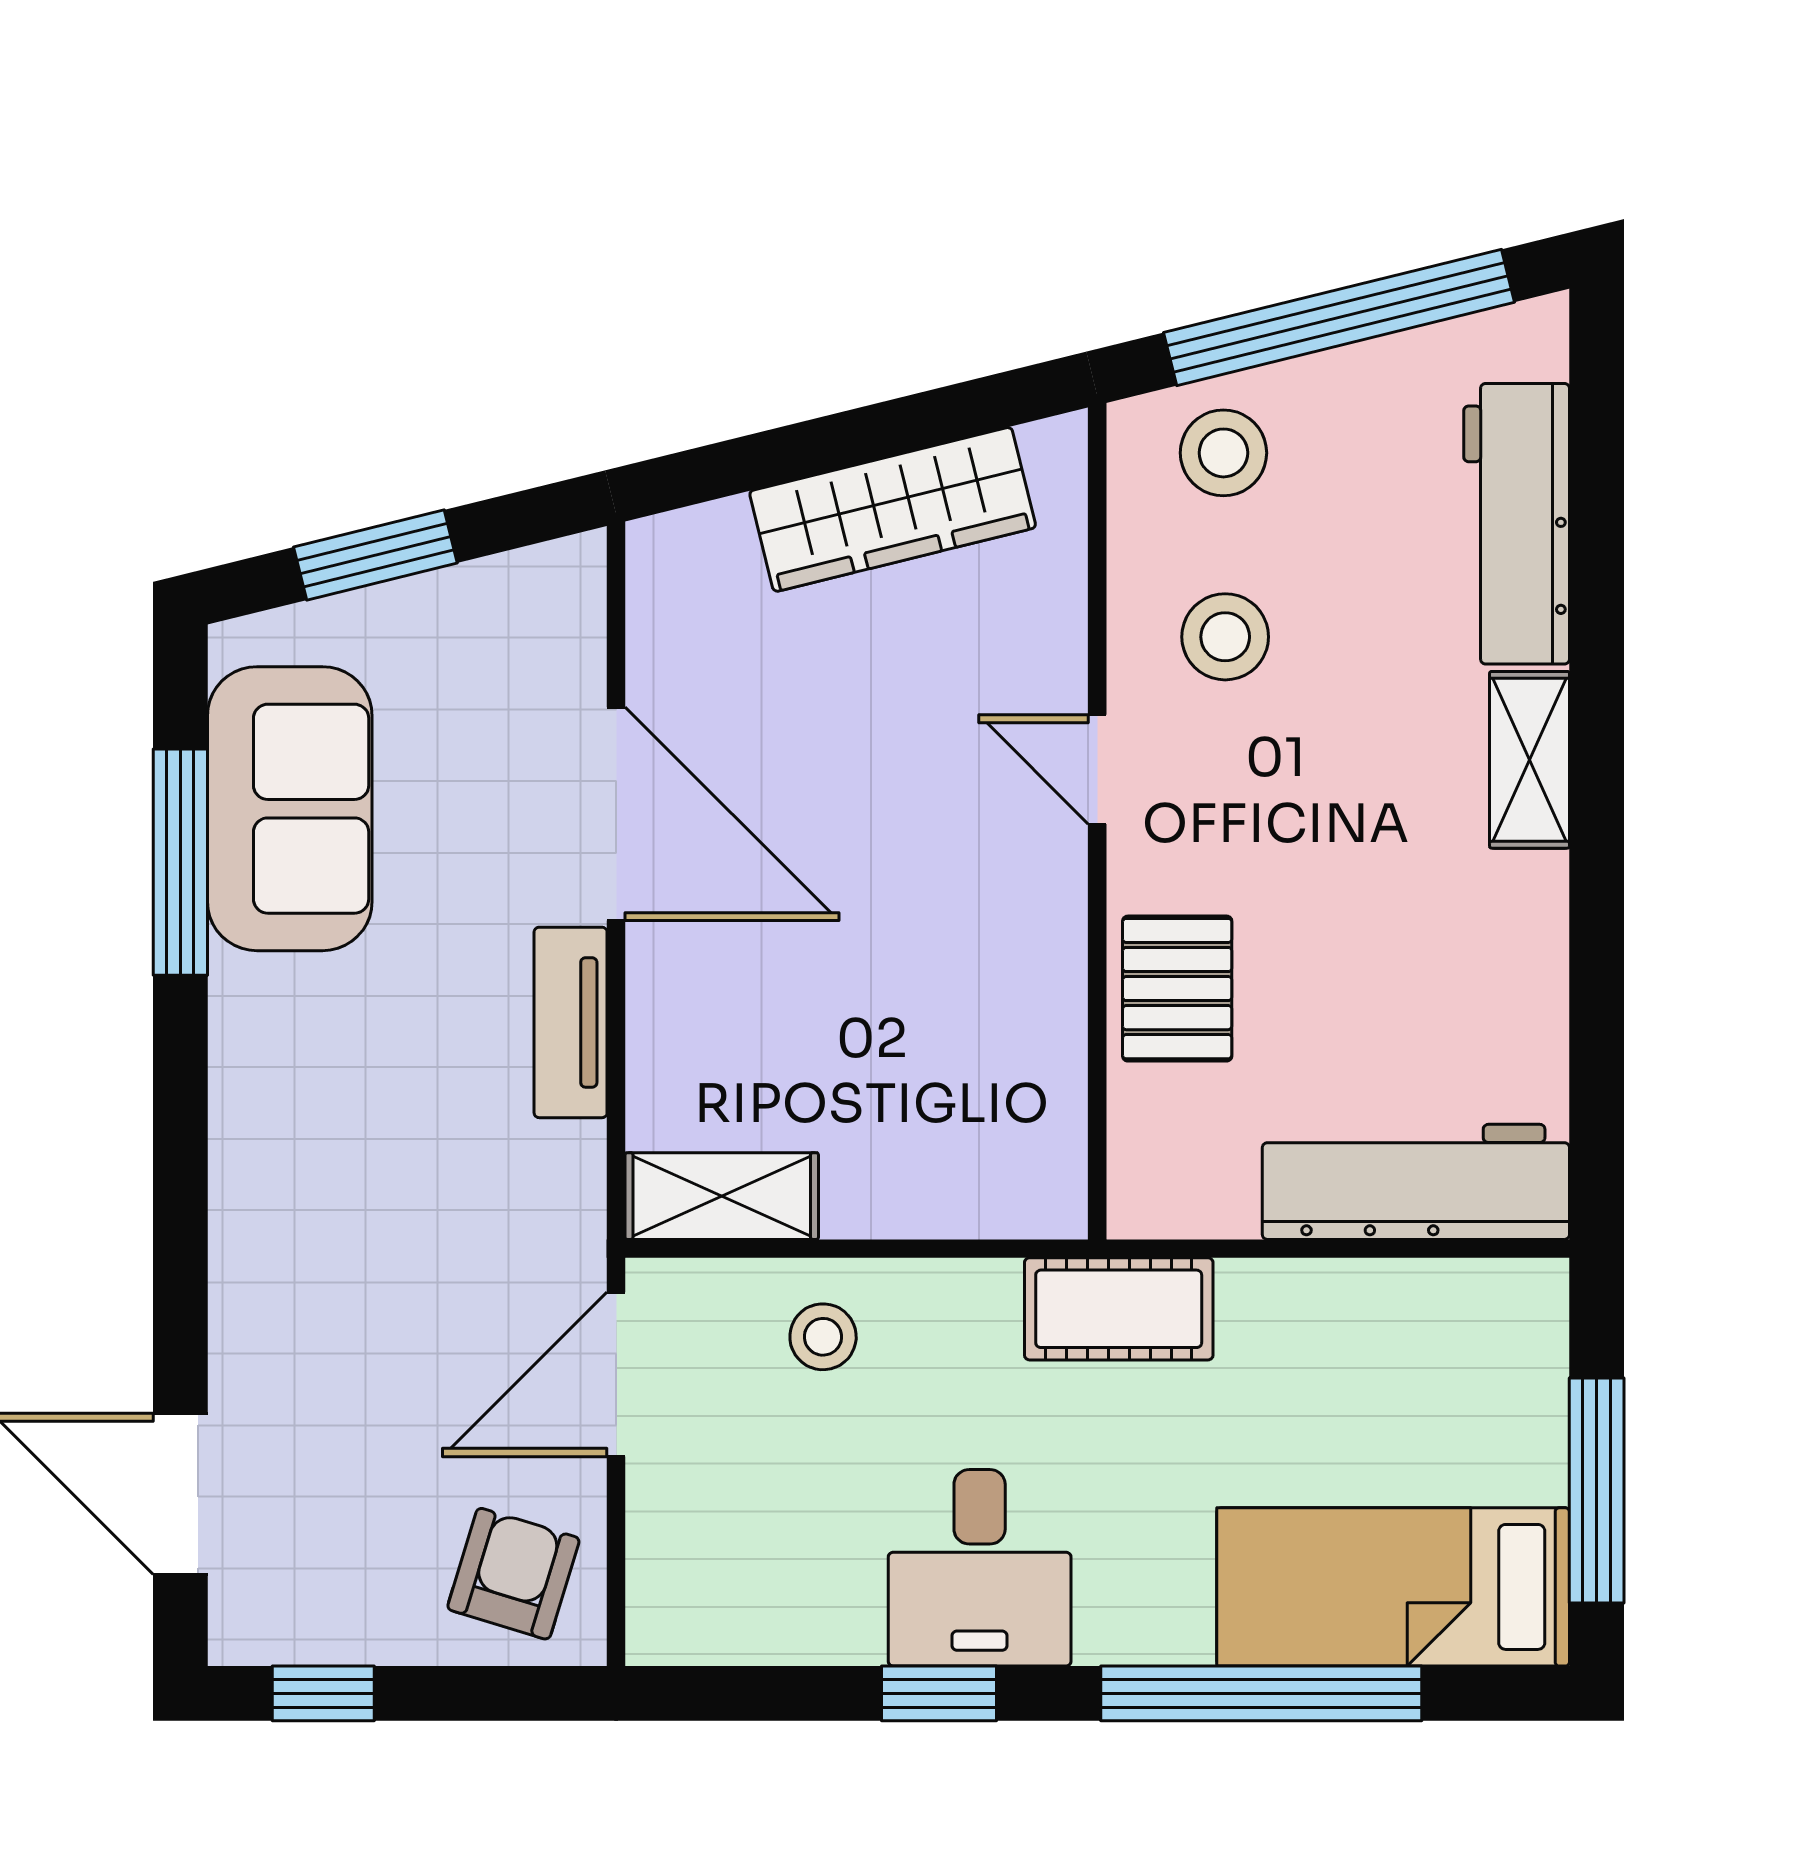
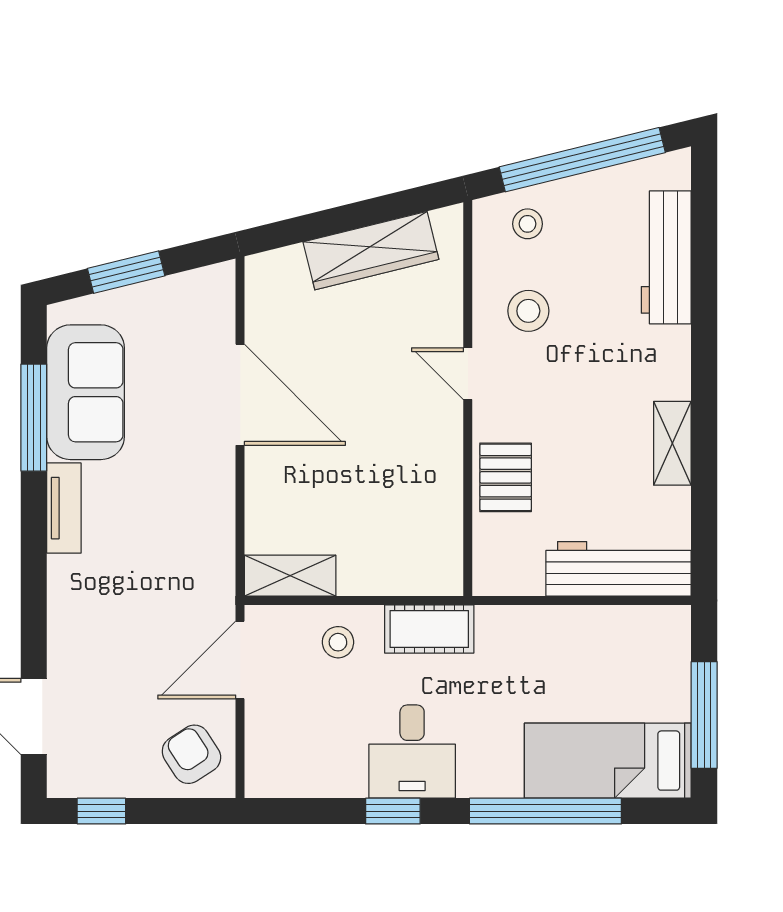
stool: (1223, 453) -> (528, 224), width x0.73, depth x0.73
shelving: (1530, 760) -> (672, 443), moved
tv unit: (571, 1022) -> (64, 508), moved, turned 180
cot: (1119, 1309) -> (429, 629), moved
armchair: (513, 1574) -> (191, 754), turned -50

